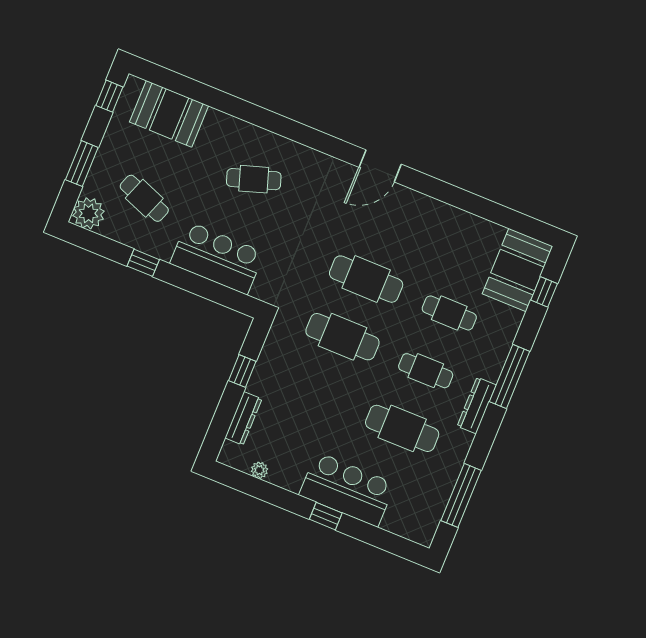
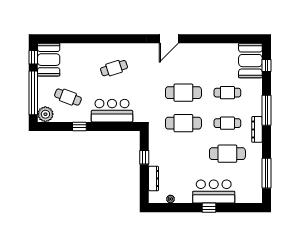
booth: (169, 114) -> (49, 60), moved, turned 90
window: (82, 164) -> (33, 93), width x2.11

